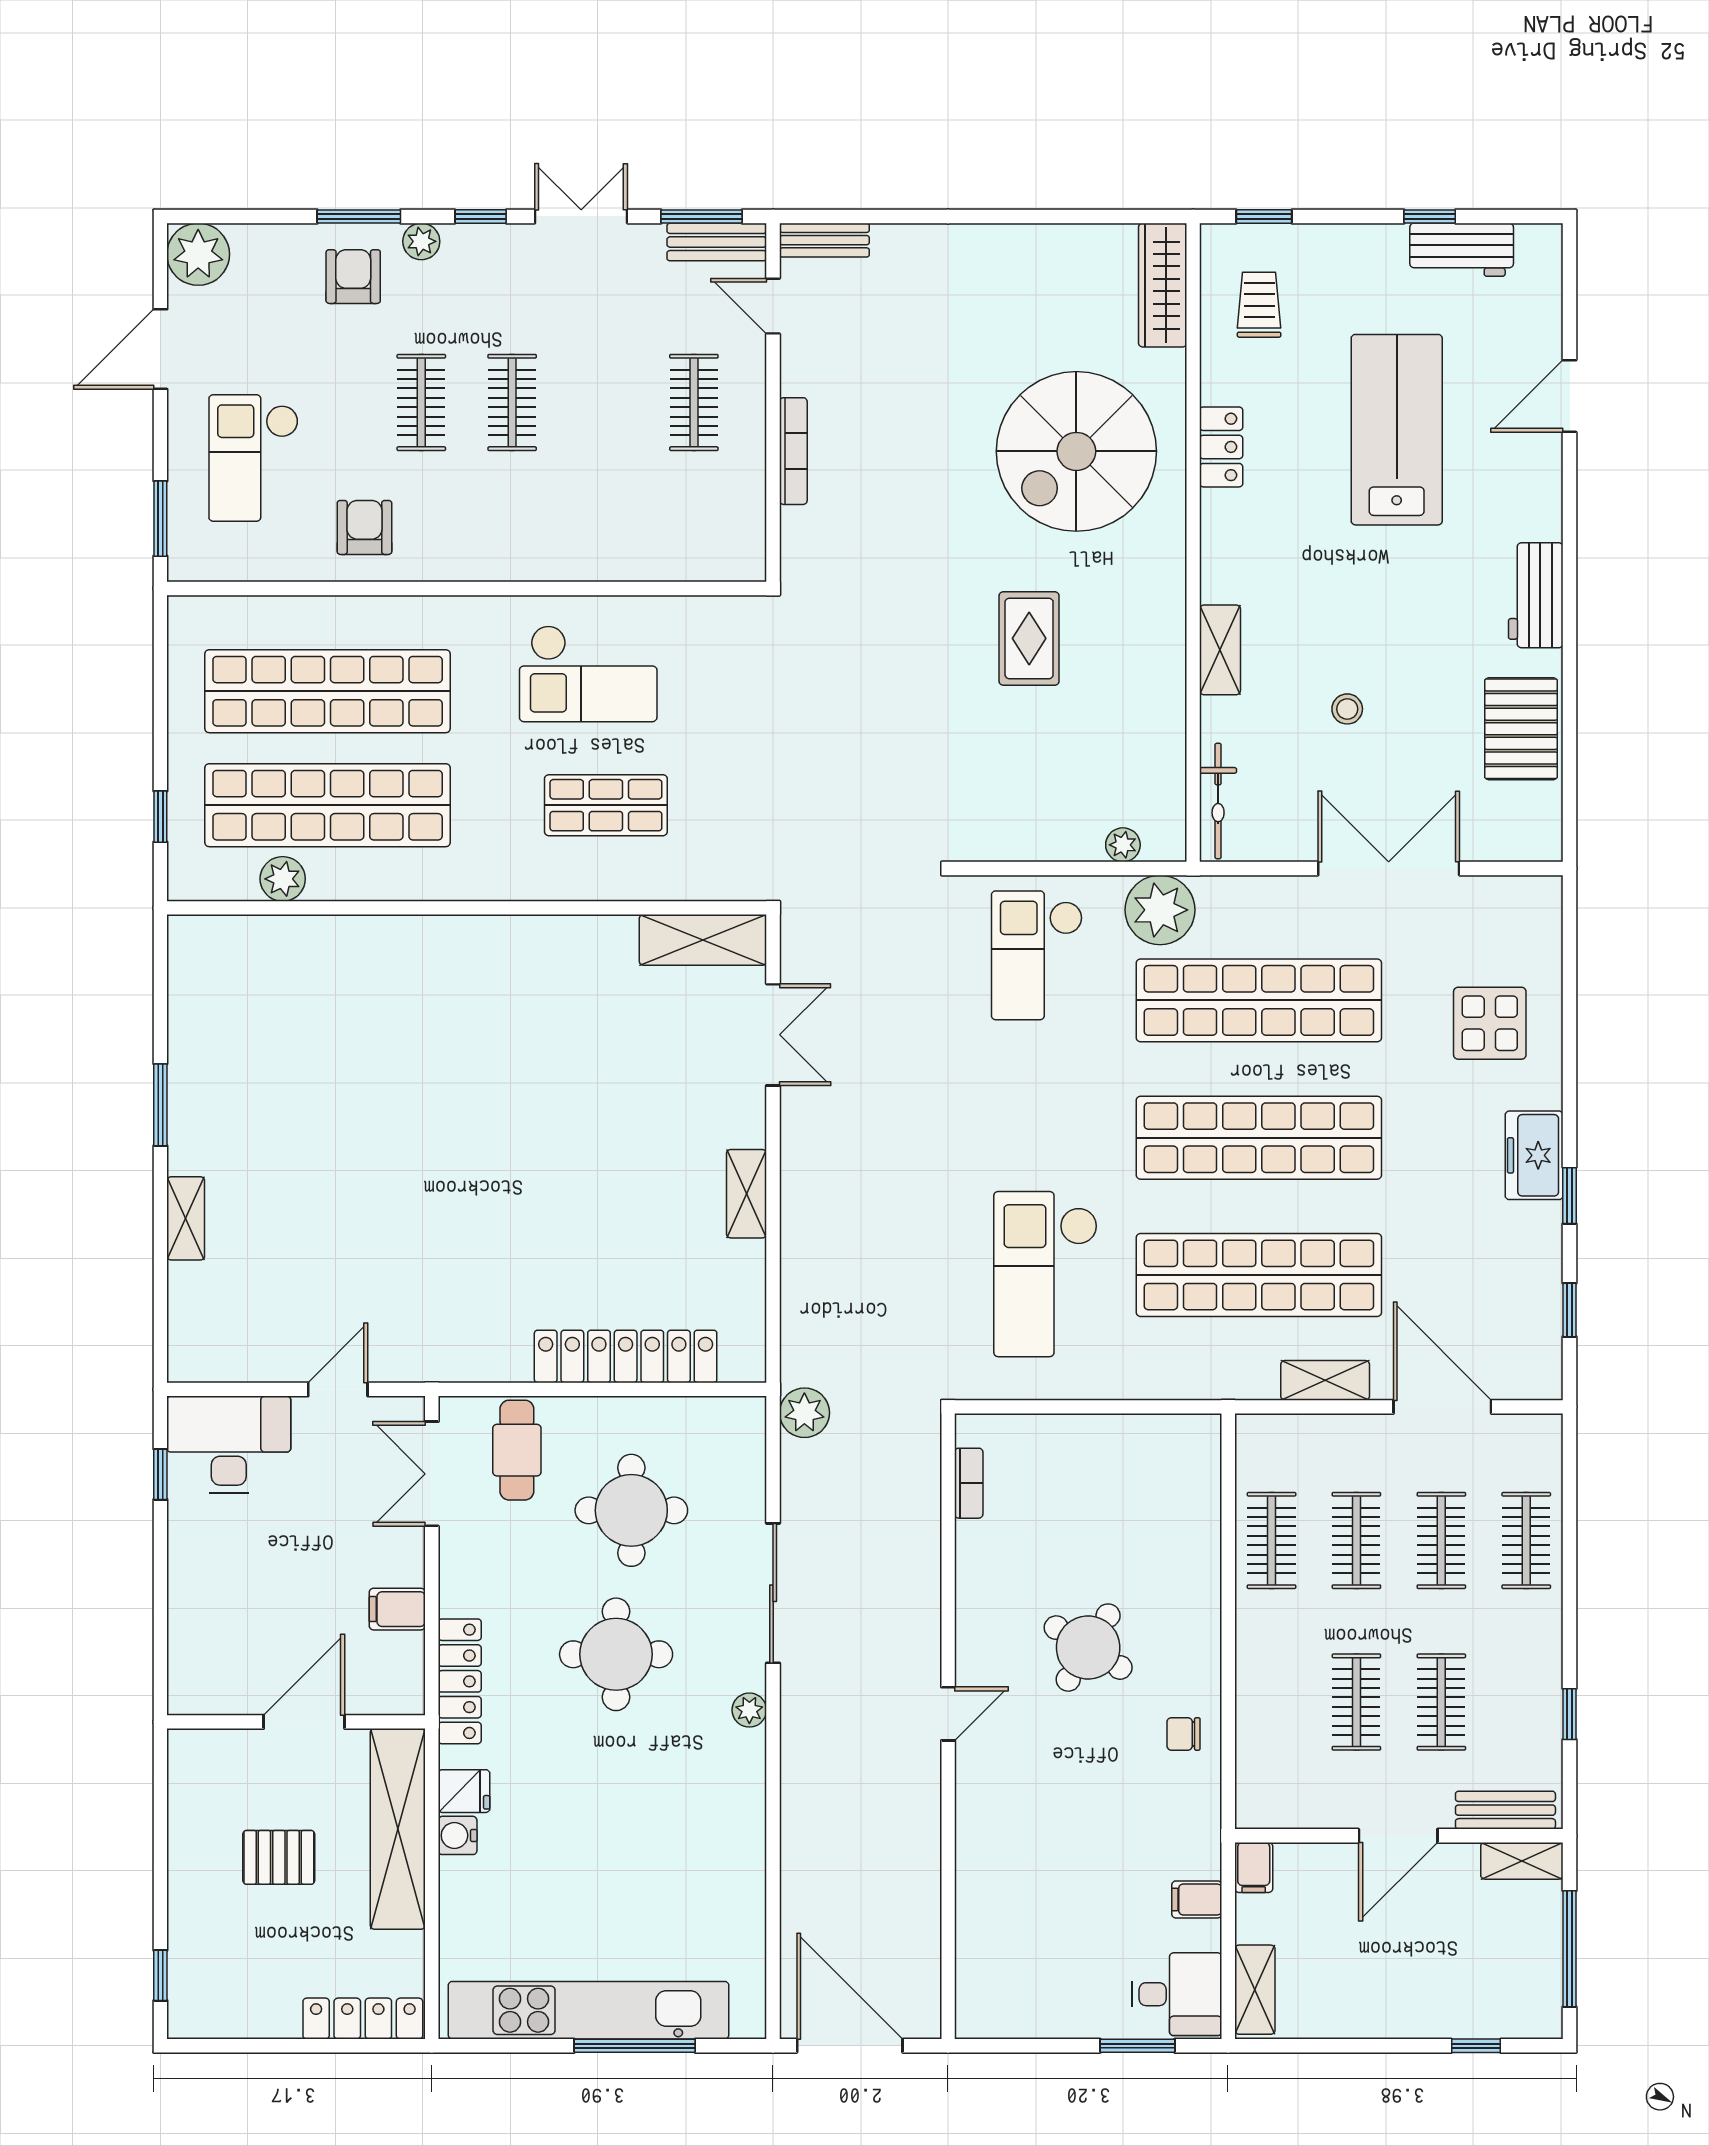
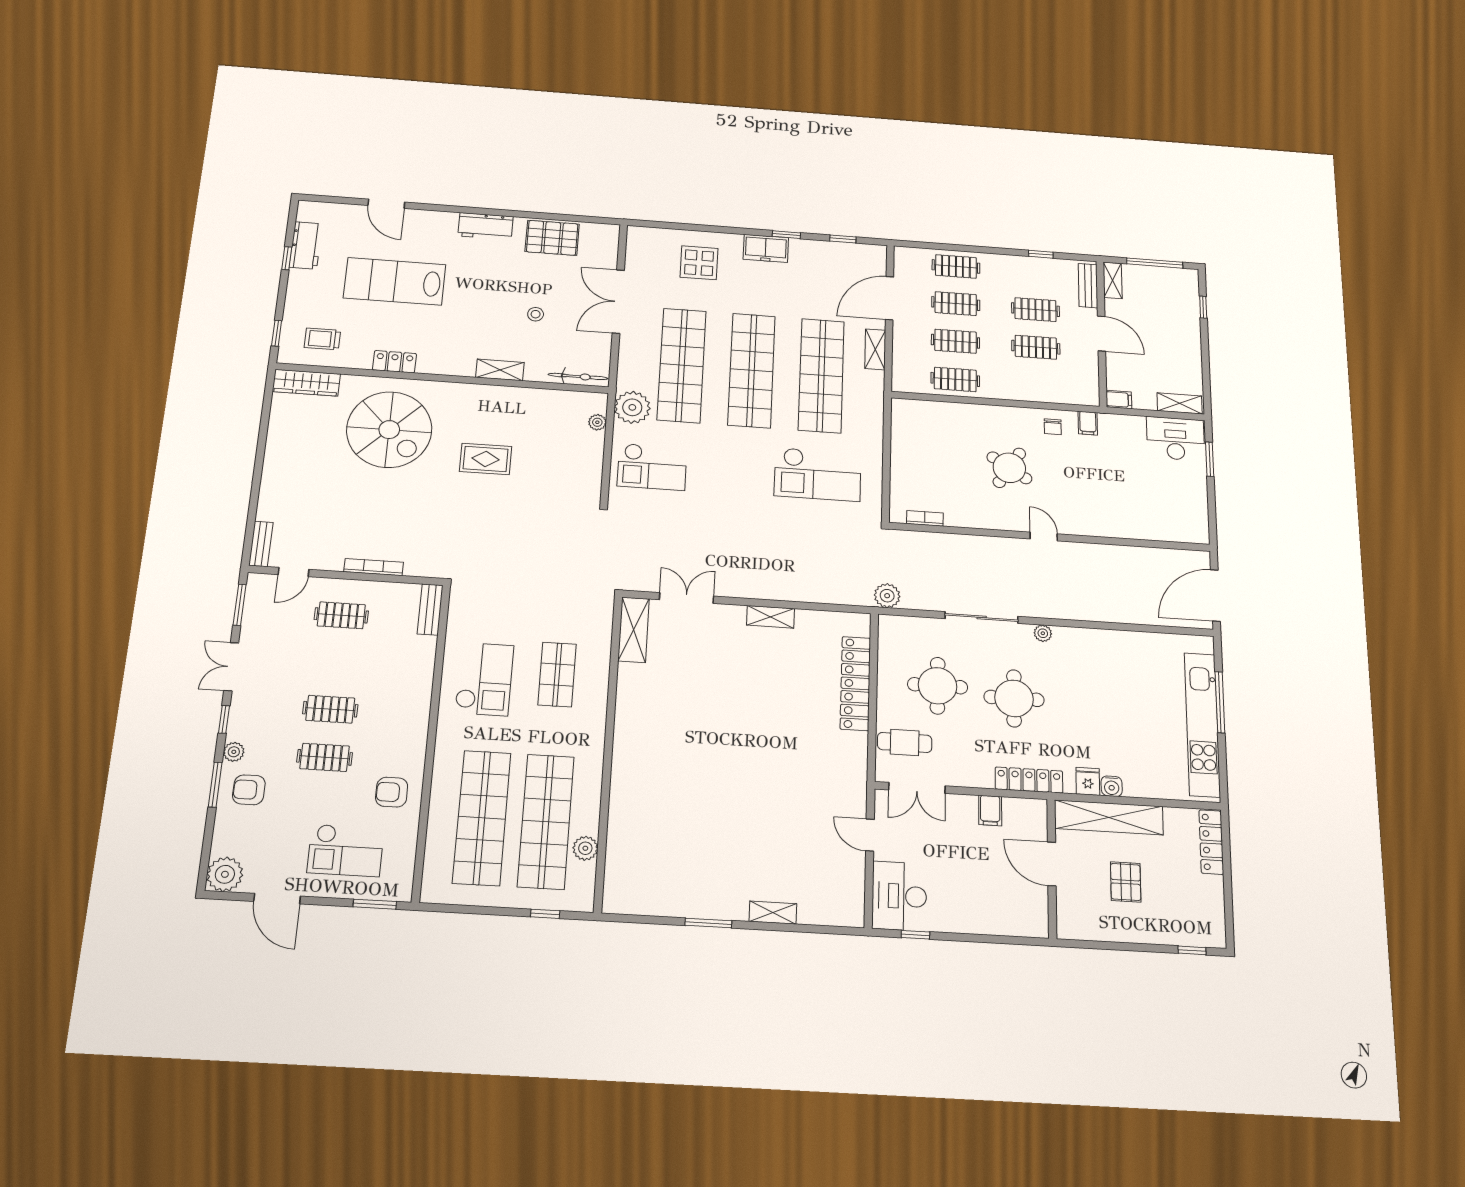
bench: (717, 242) -> (430, 609), moved
filing cabinet: (1197, 1899) -> (1088, 423), moved
desk: (1177, 1994) -> (1175, 439), width x1.37

